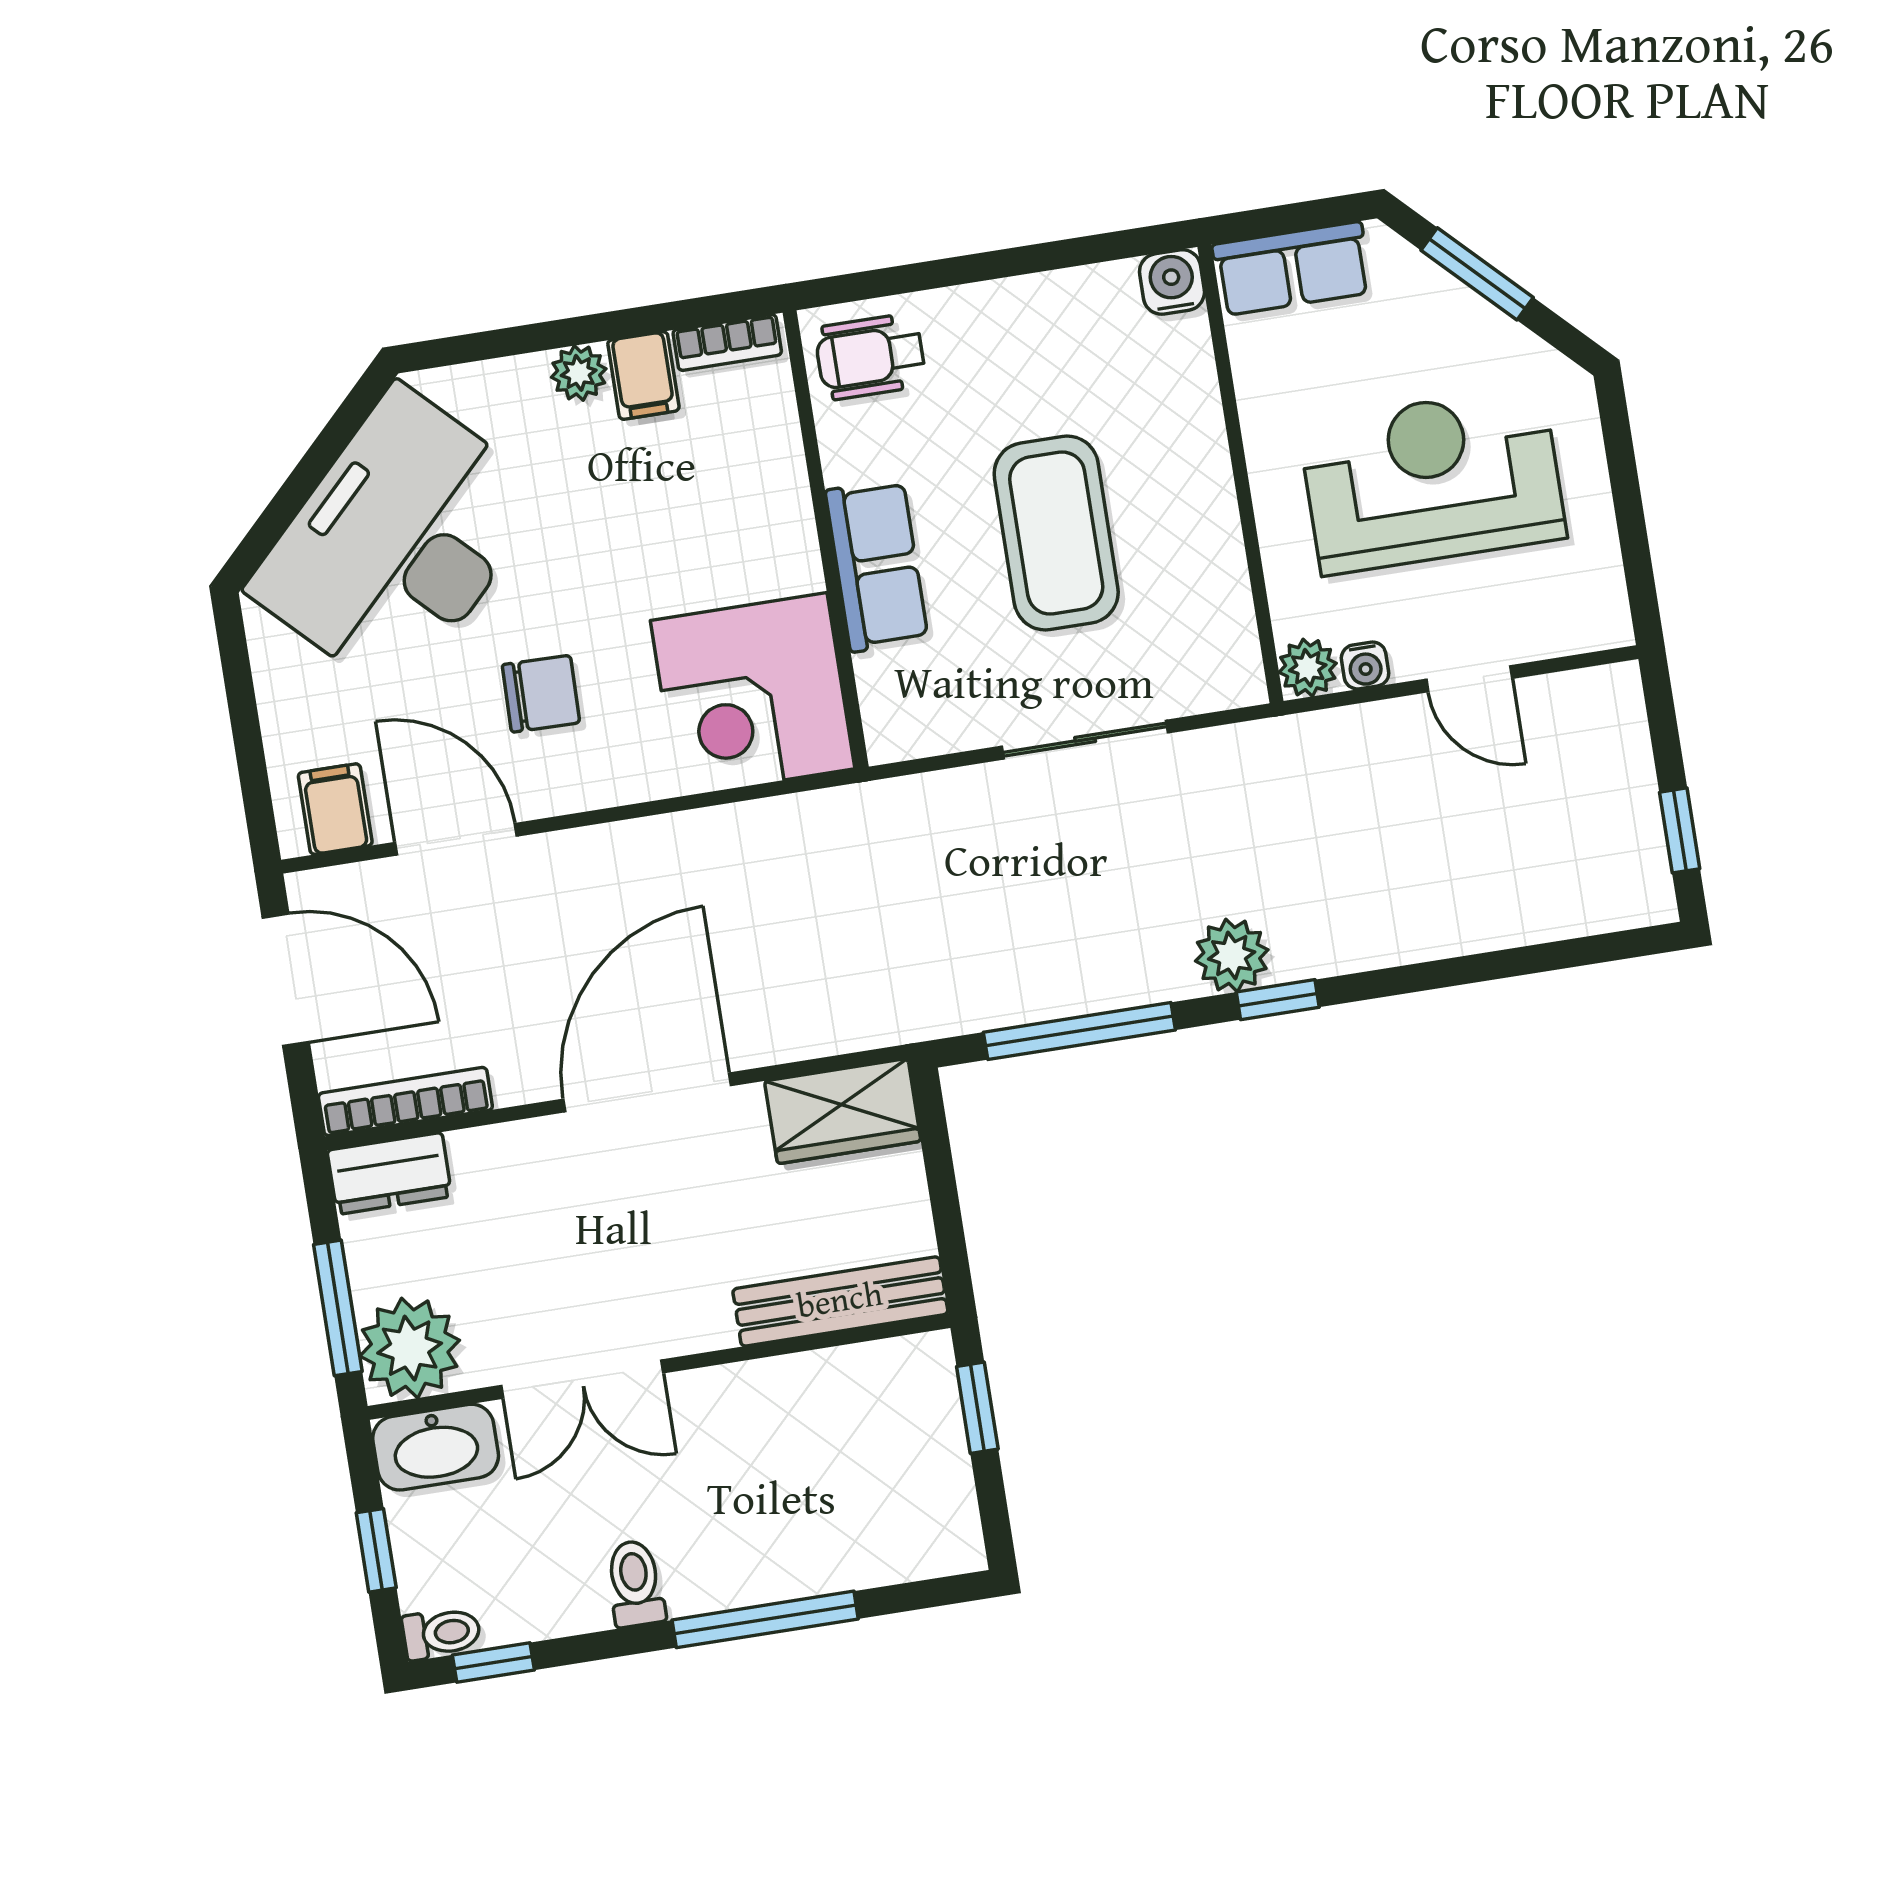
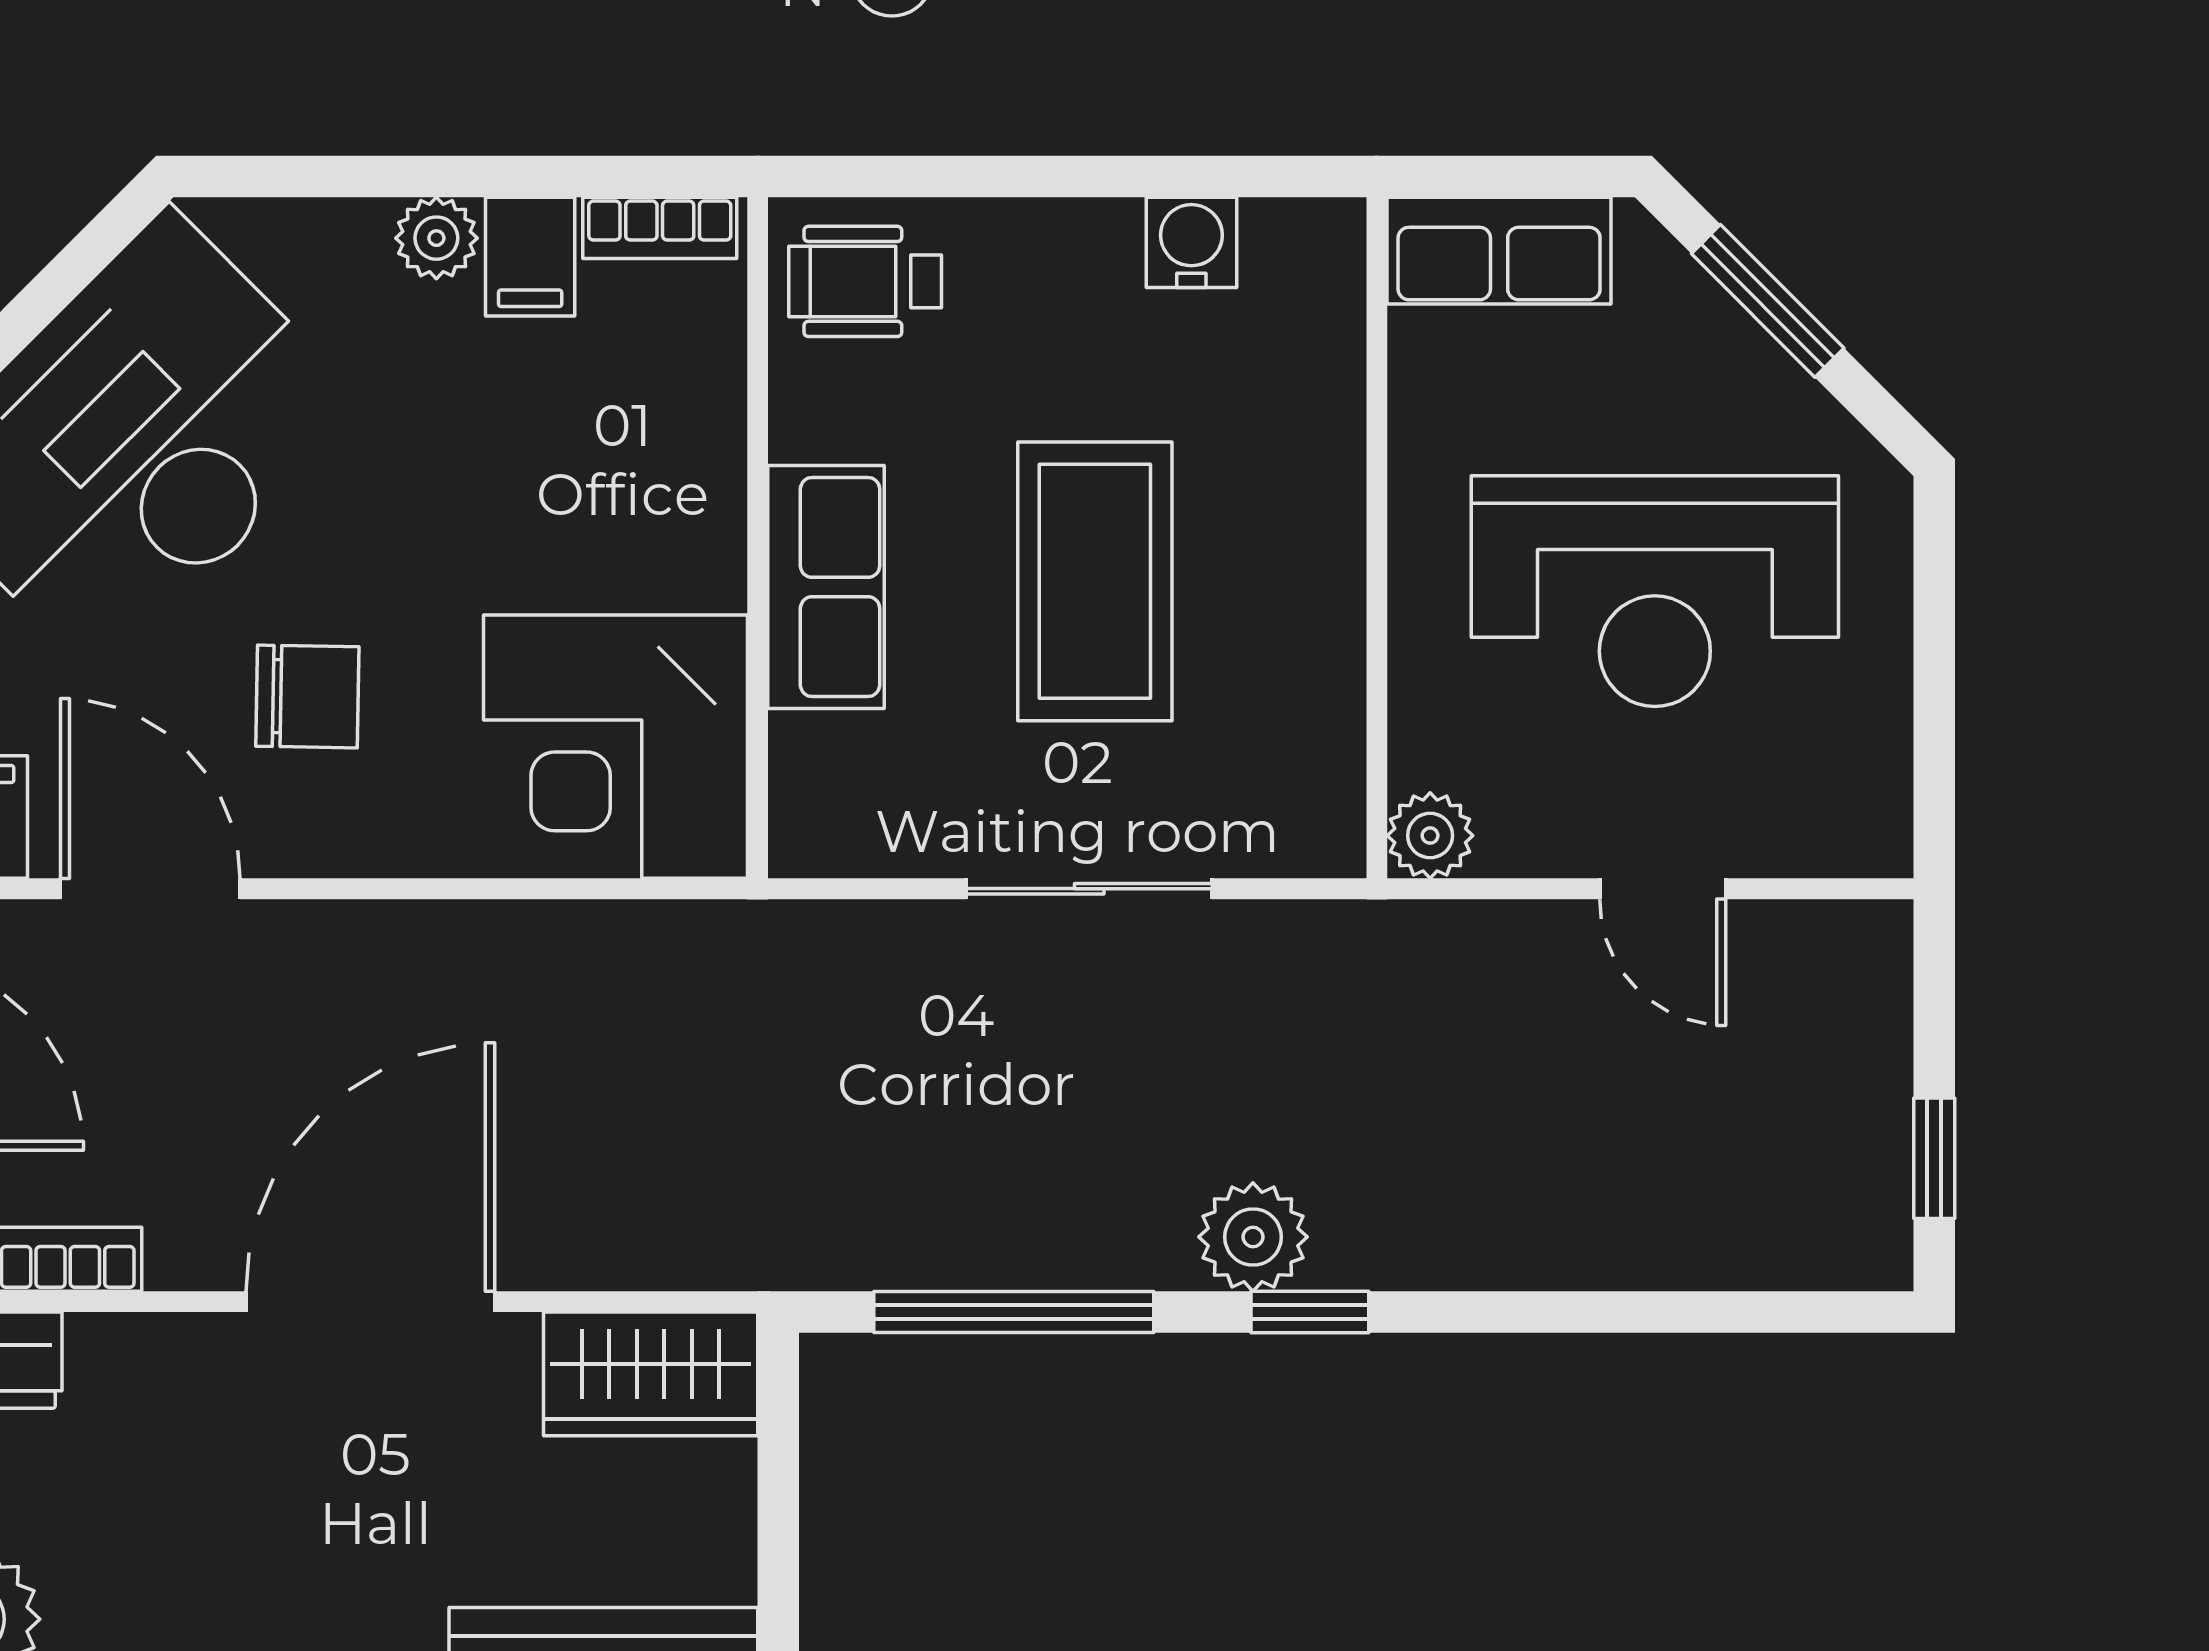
water cooler: (1172, 282) -> (1191, 242), moved
reception desk: (1432, 480) -> (1655, 591), turned 180
water cooler: (1365, 666) -> (1514, 846), removed

